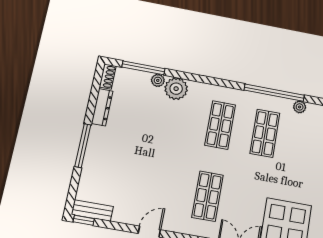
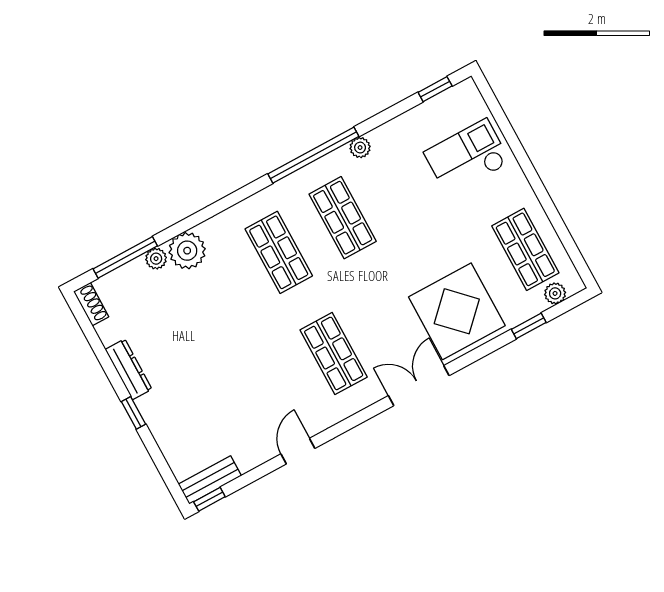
dresser: (102, 107) -> (129, 369), moved
window: (83, 146) -> (133, 413), width x0.46

